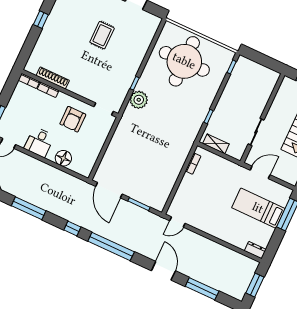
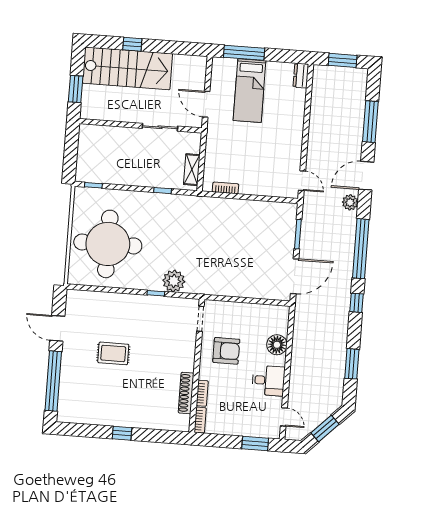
window: (29, 208) -> (352, 364), width x0.69
plant: (148, 251) -> (350, 202), added

